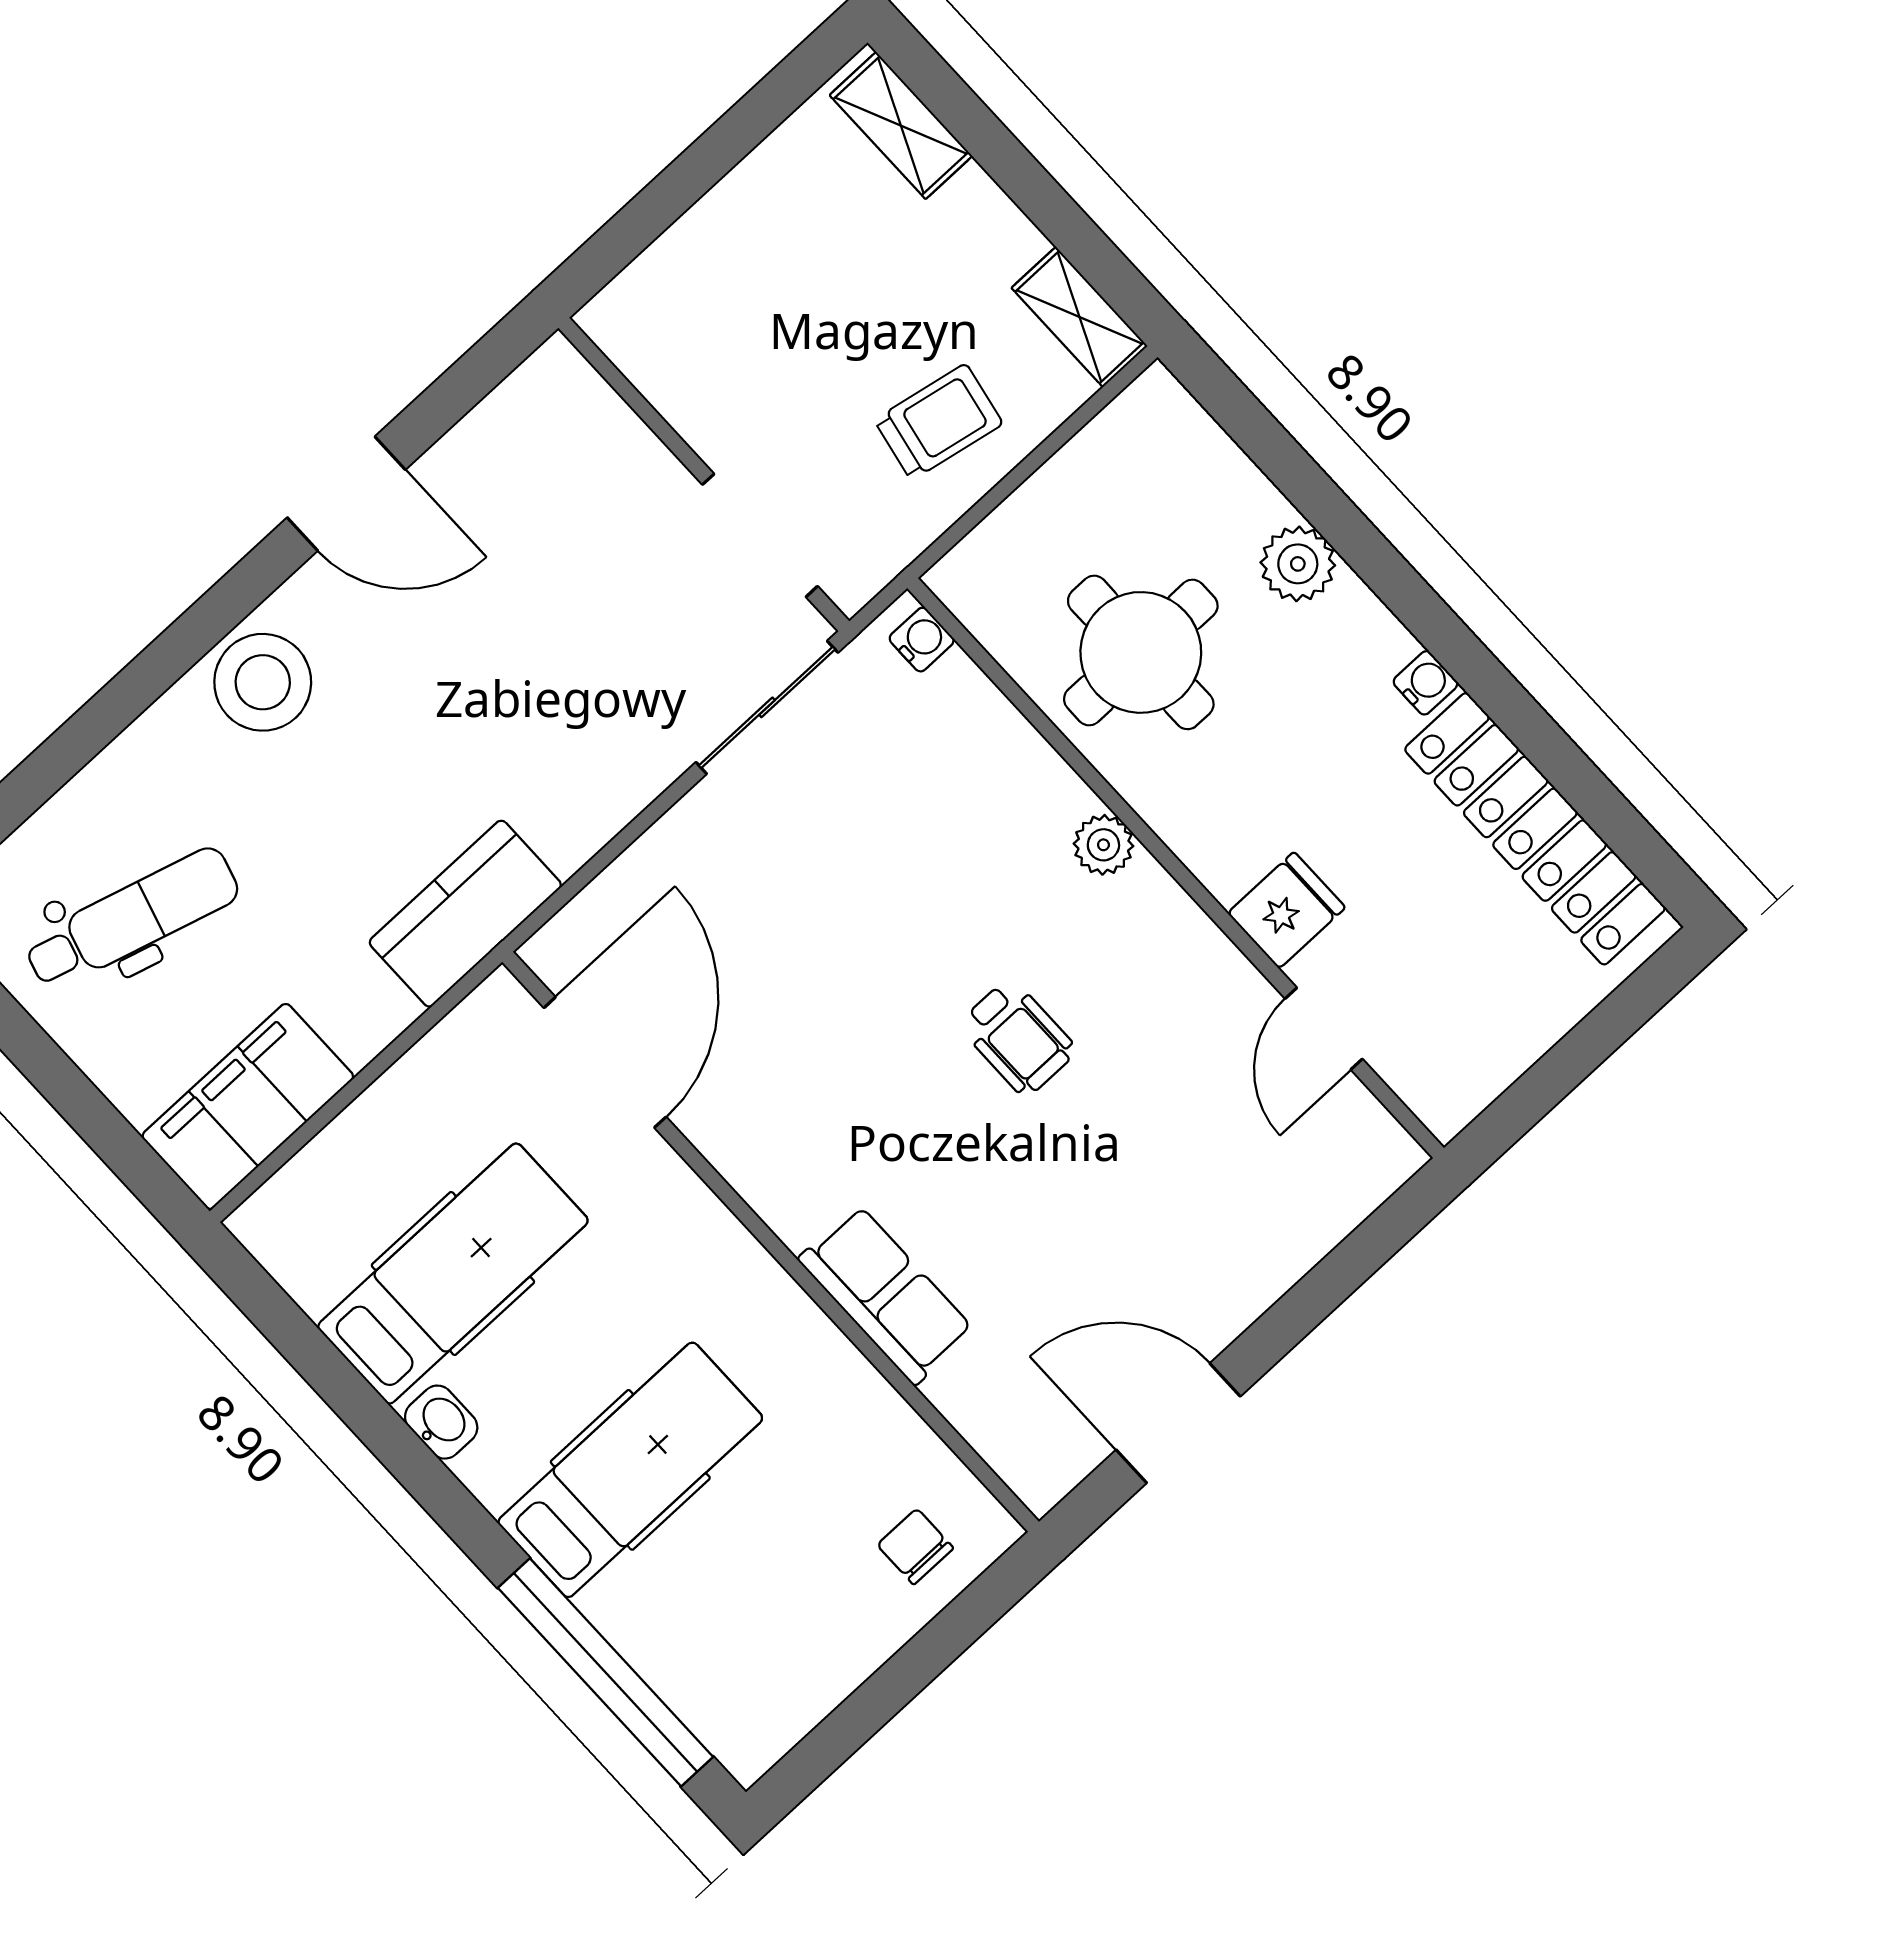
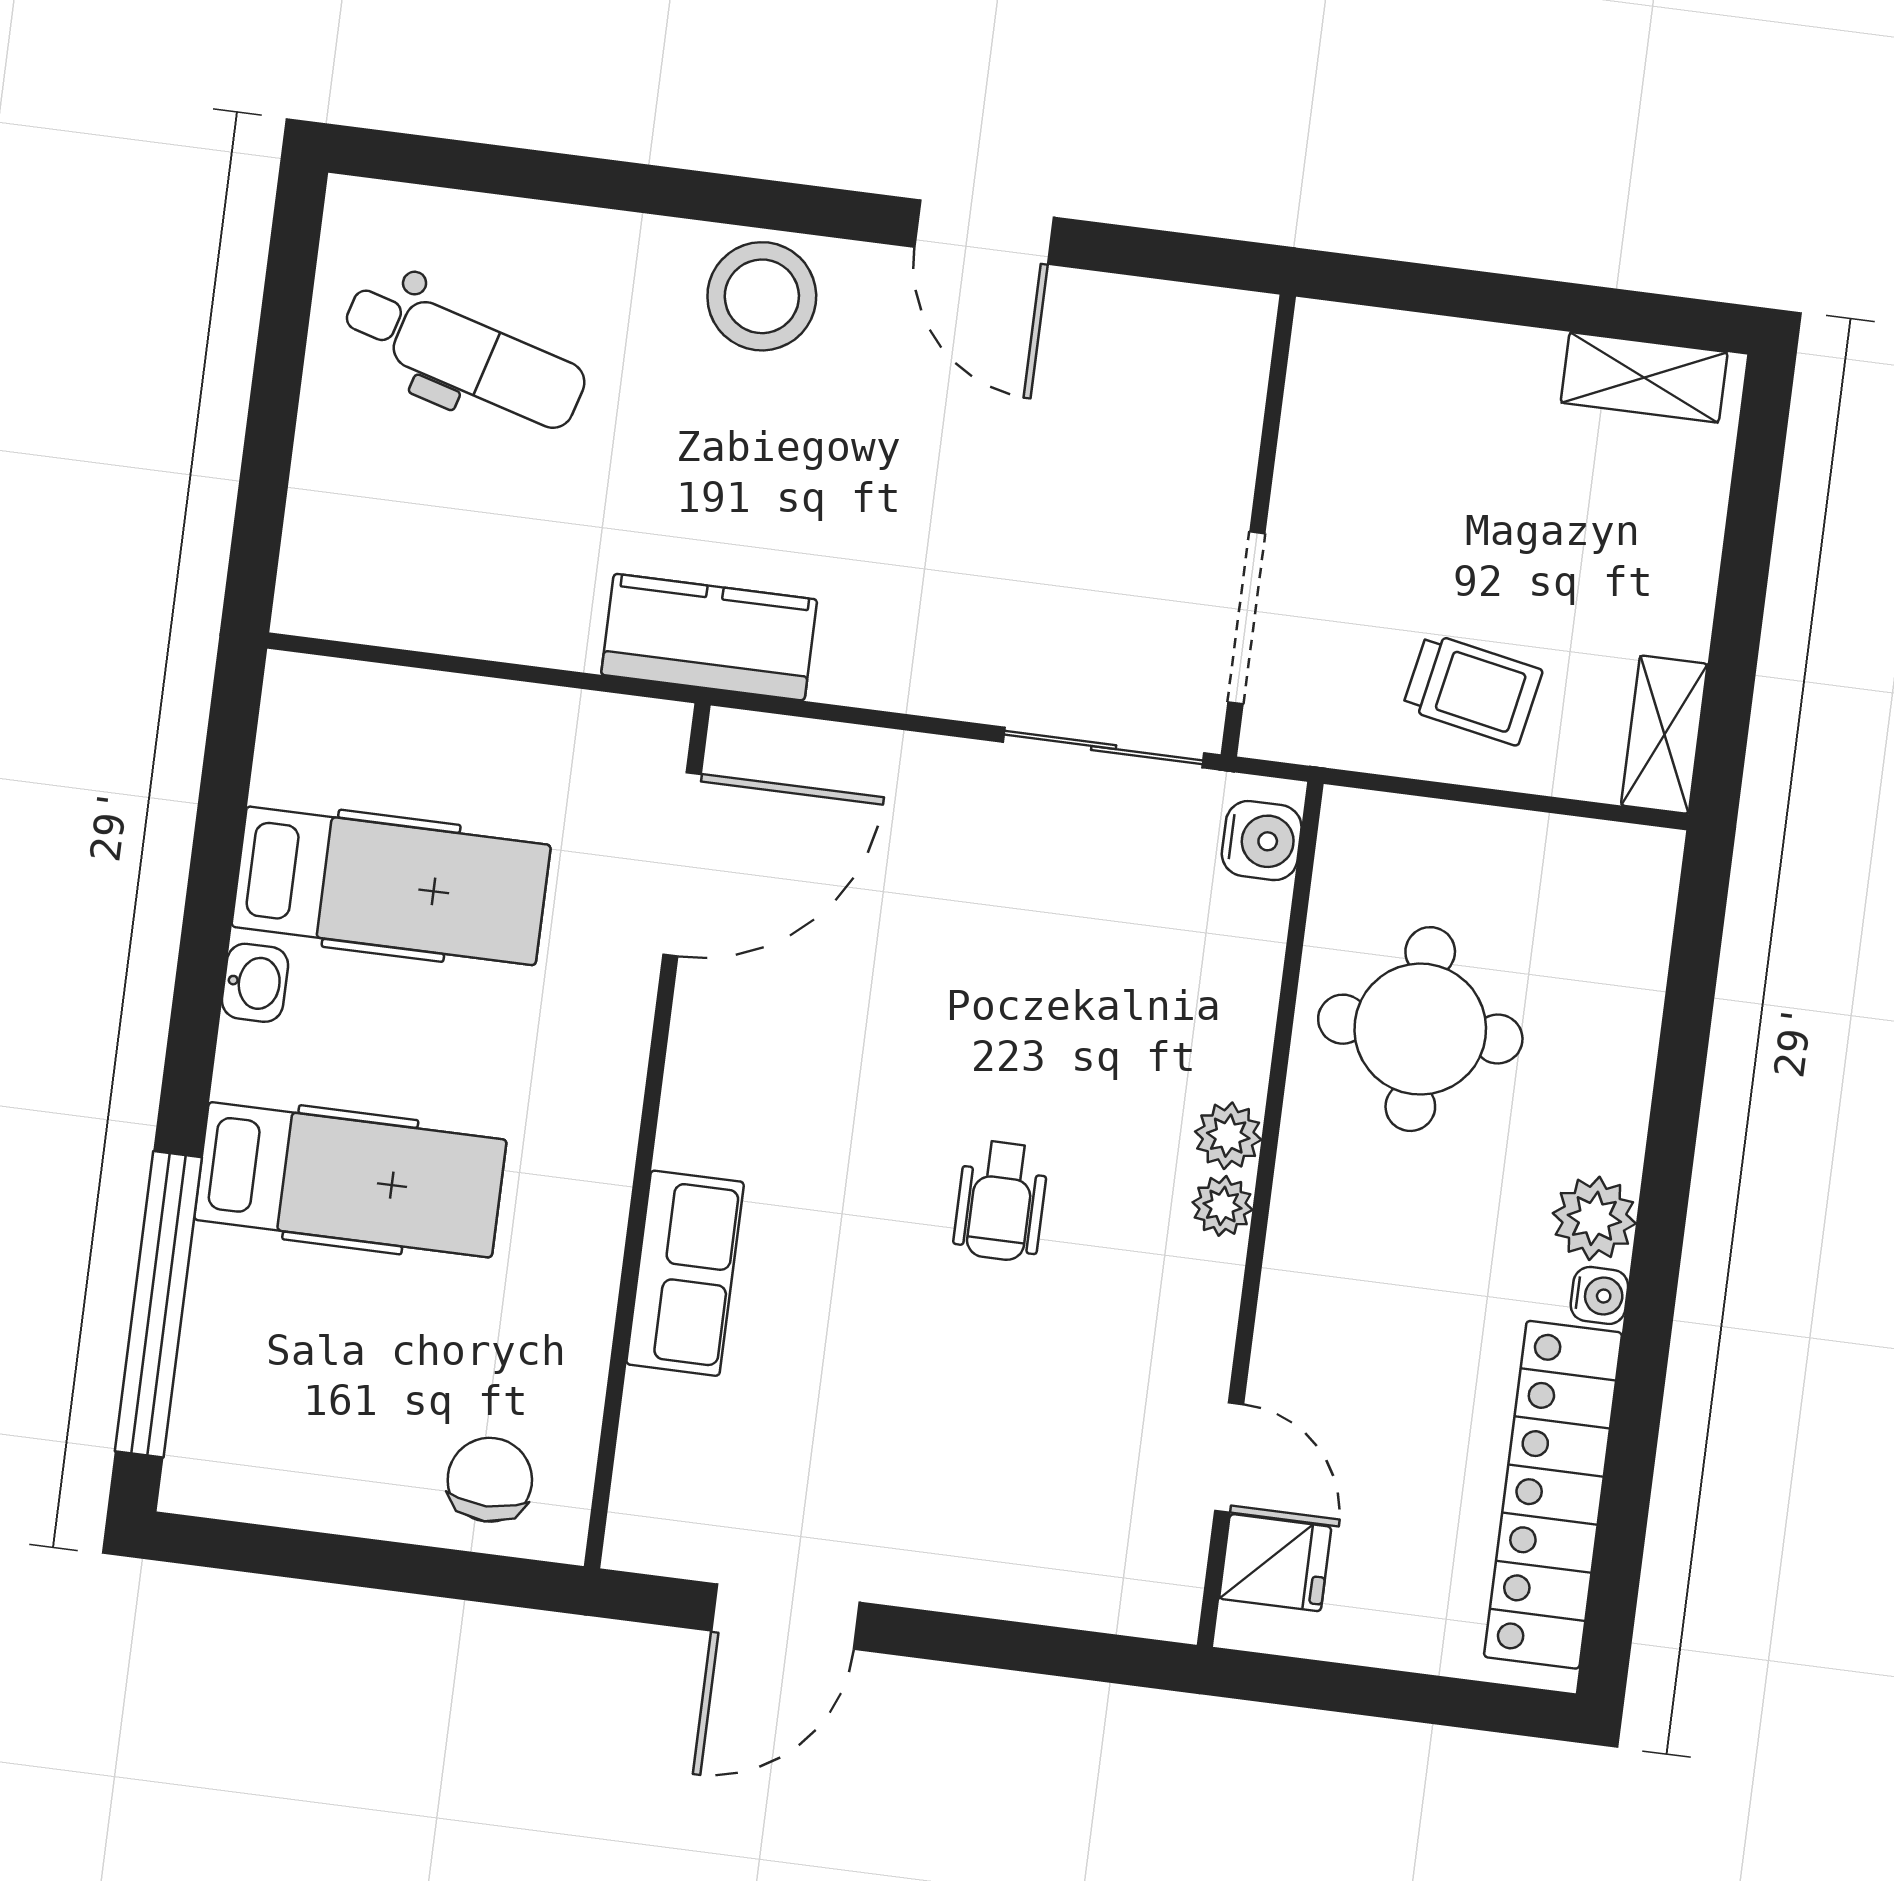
shelving: (901, 126) -> (1644, 377), moved, turned 90
plant: (1298, 564) -> (1594, 1218), moved
water cooler: (922, 640) -> (1262, 841), width x1.38, depth x1.38
plant: (1148, 889) -> (1223, 1206), added
fridge: (1286, 910) -> (1275, 1563), moved
door: (1324, 1029) -> (1229, 1457), swing flipped
filing cabinet: (248, 1106) -> (387, 589), removed
door: (1178, 1423) -> (785, 1617), swing flipped
chair: (915, 1547) -> (490, 1480), width x1.37, depth x1.37

